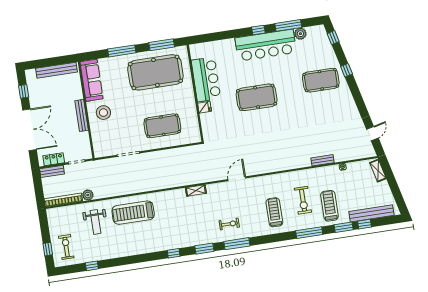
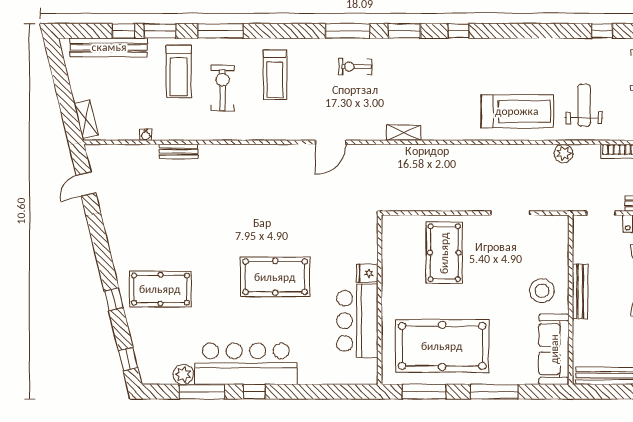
pool table: (162, 126) -> (444, 253), turned 90
plant: (88, 195) -> (564, 153), moved

